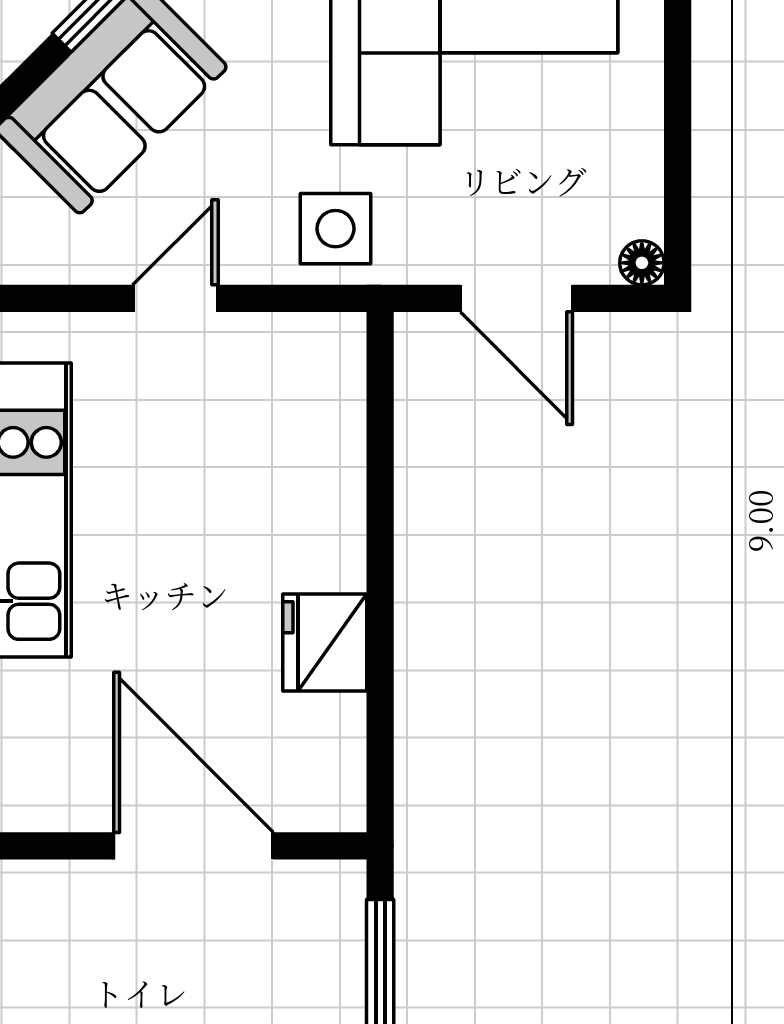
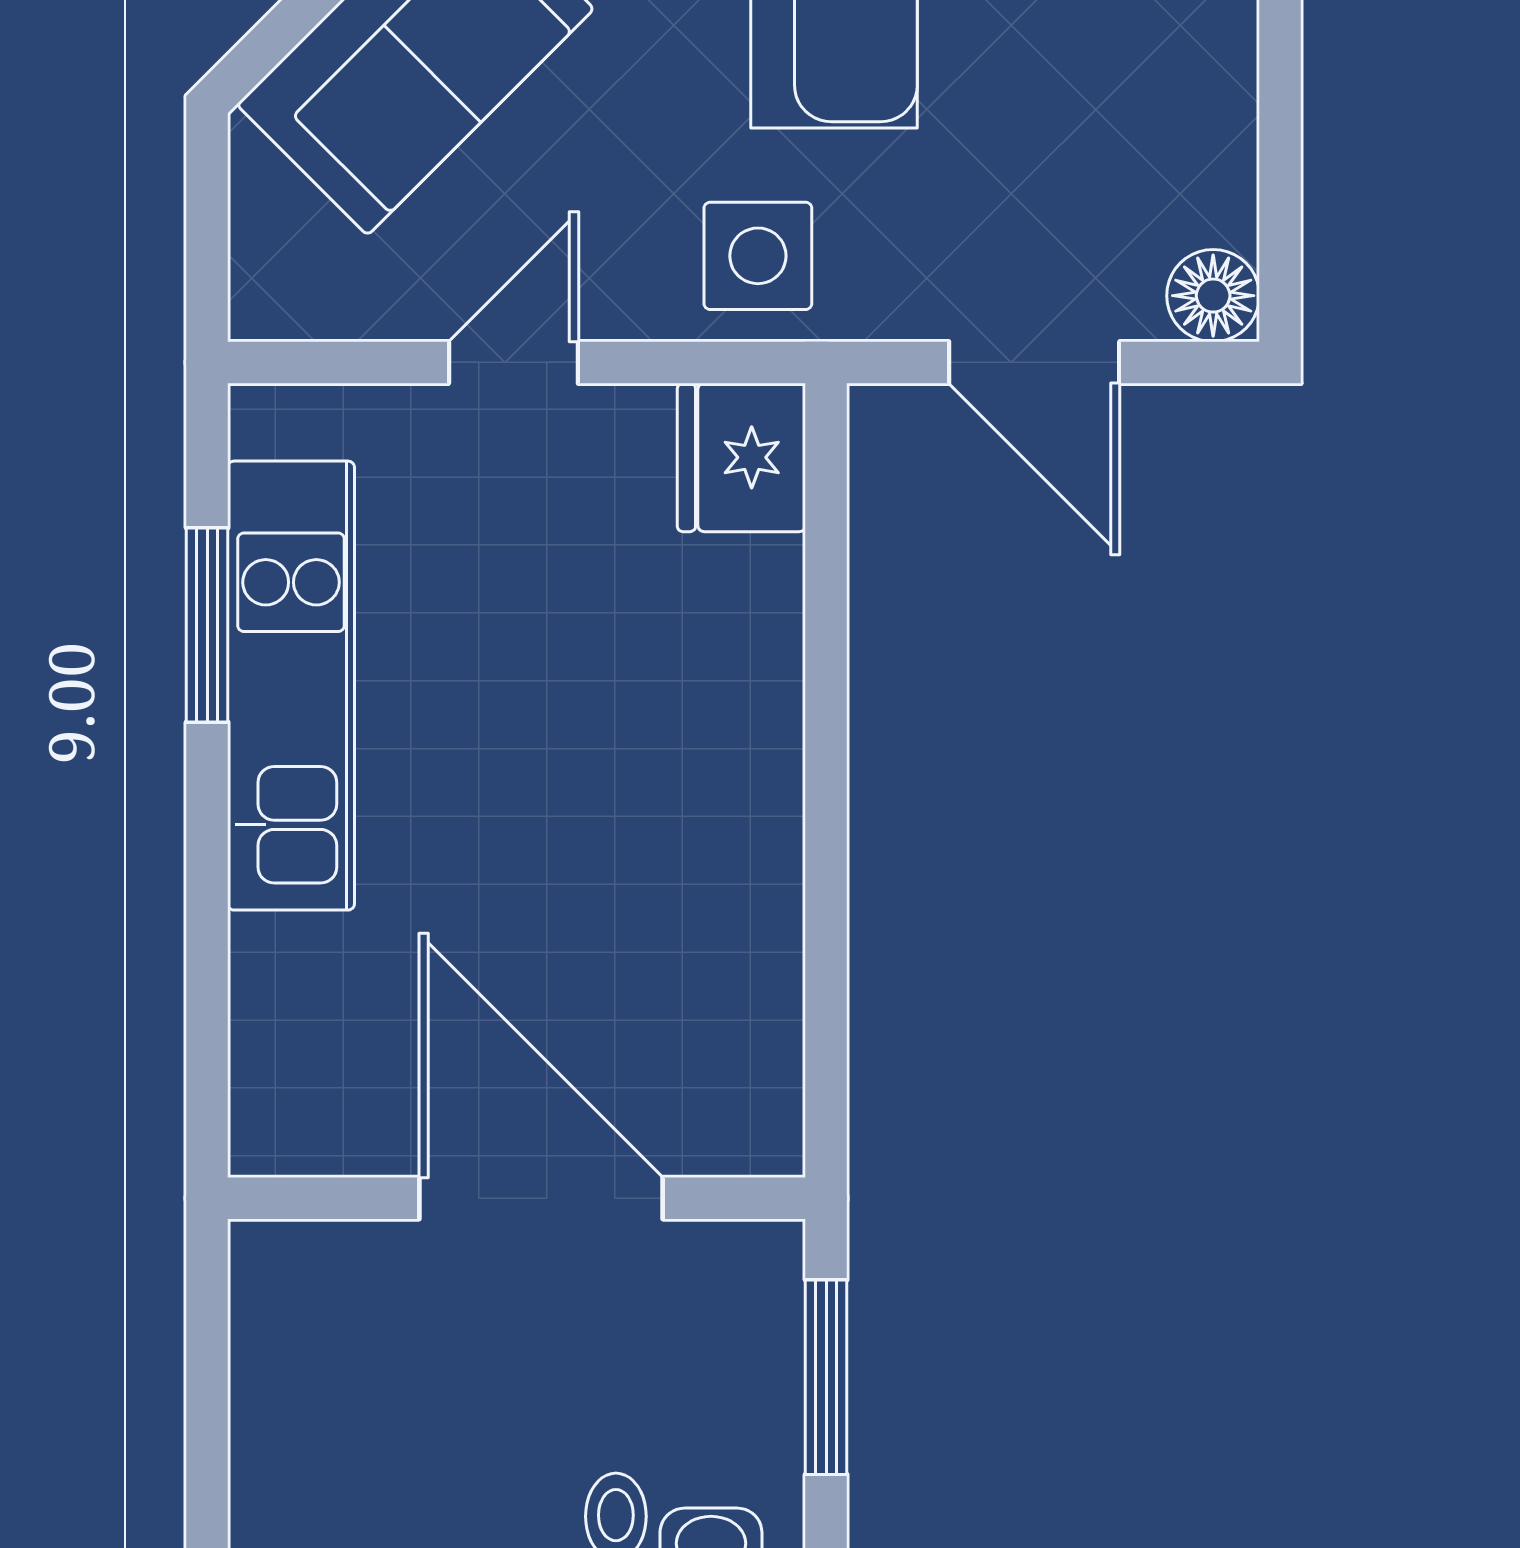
floor lamp: (642, 263) -> (1213, 296), width x1.37, depth x1.37
fridge: (325, 643) -> (741, 457), moved

